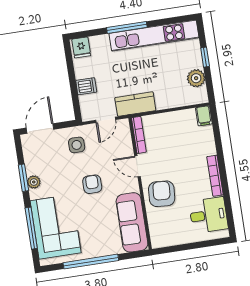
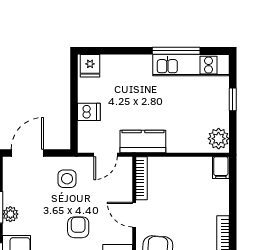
window: (127, 27) -> (176, 51), moved
kitchen unit: (154, 36) -> (191, 65), width x0.73
plant: (196, 78) -> (219, 139), moved

